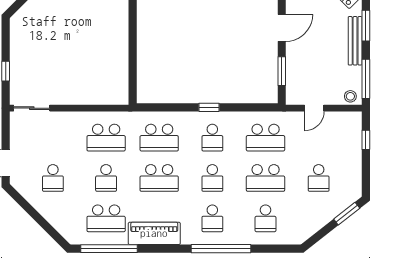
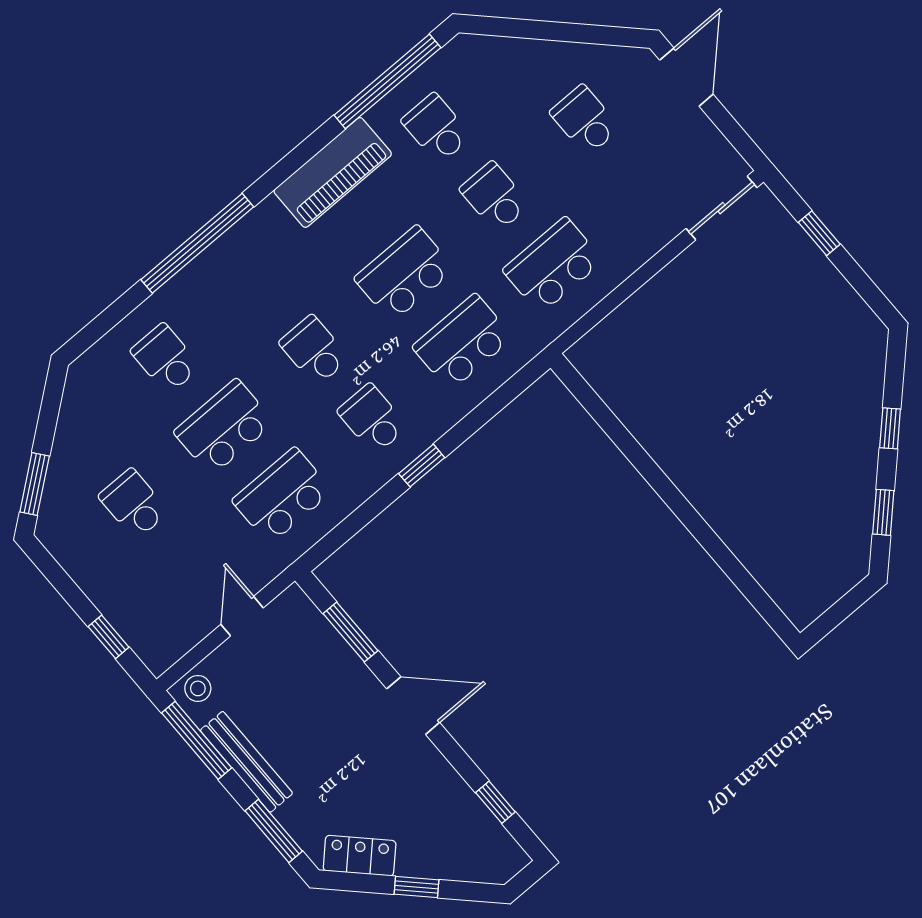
door: (282, 28) -> (413, 706), swing flipped
bench: (355, 41) -> (246, 762), moved
school desk: (106, 218) -> (436, 128), width x0.54
school desk: (212, 218) -> (256, 282), removed

